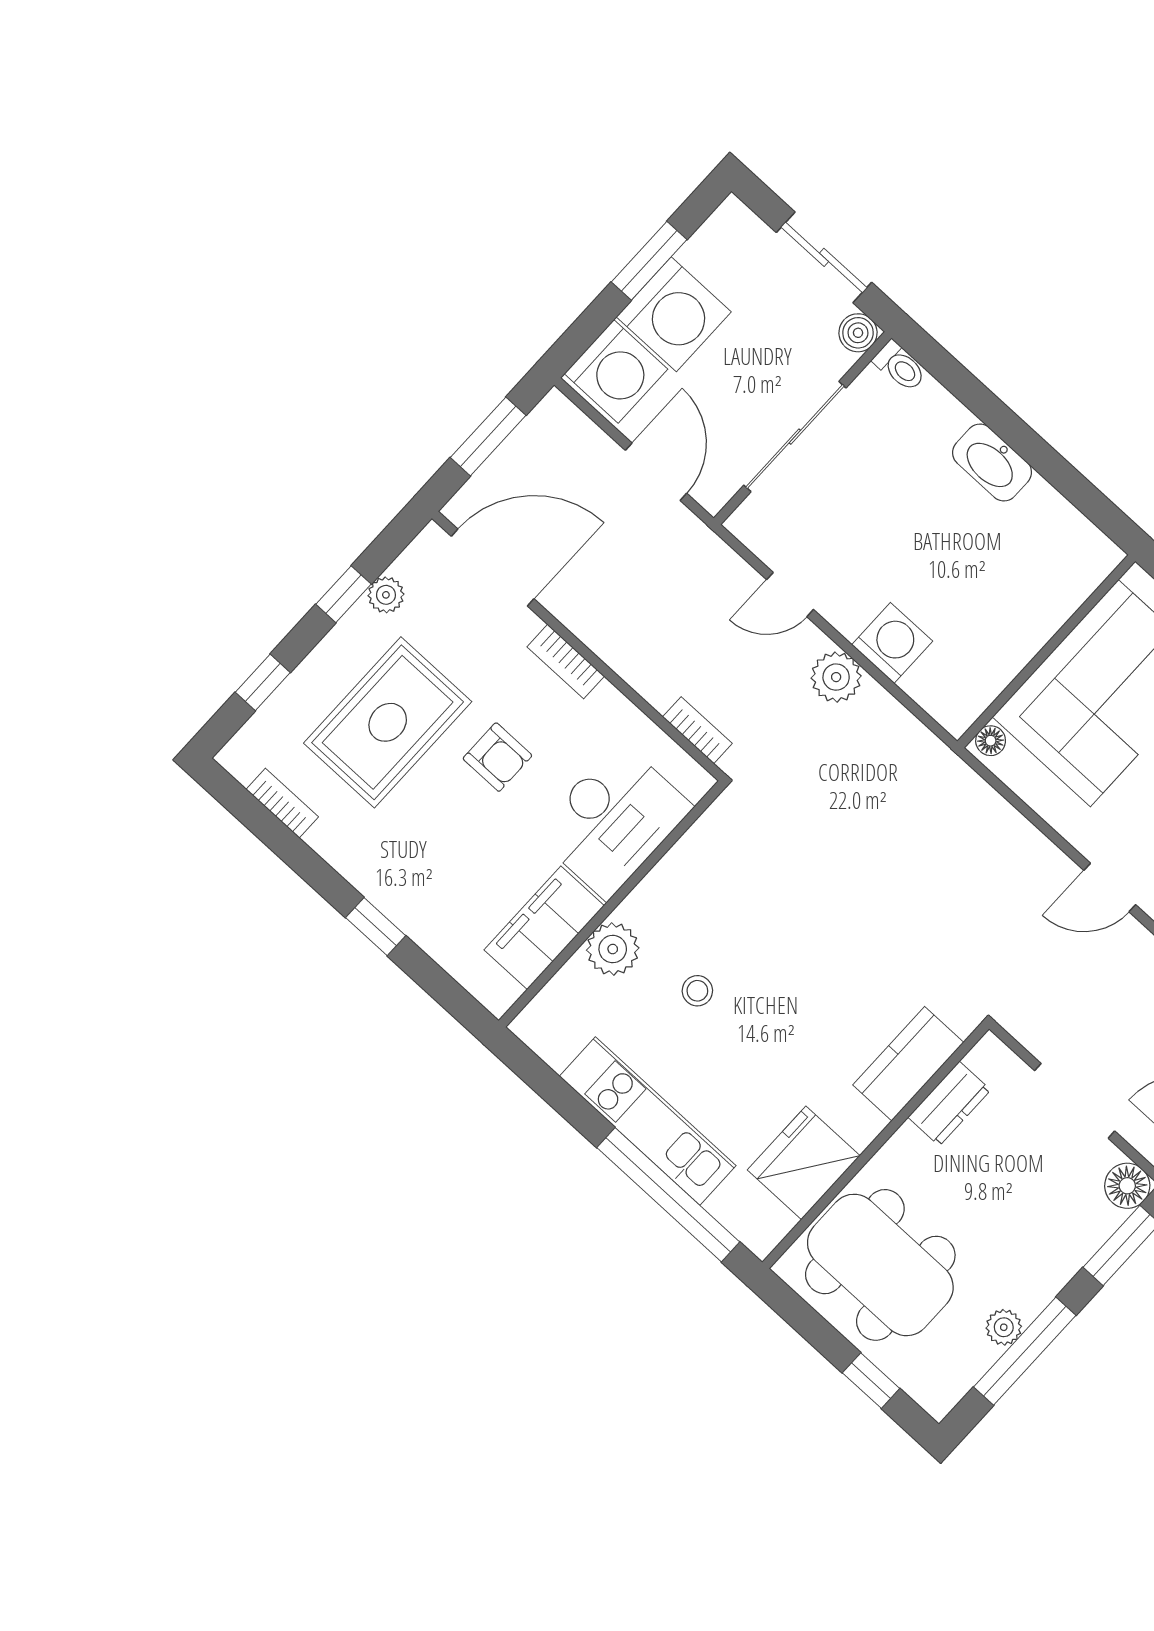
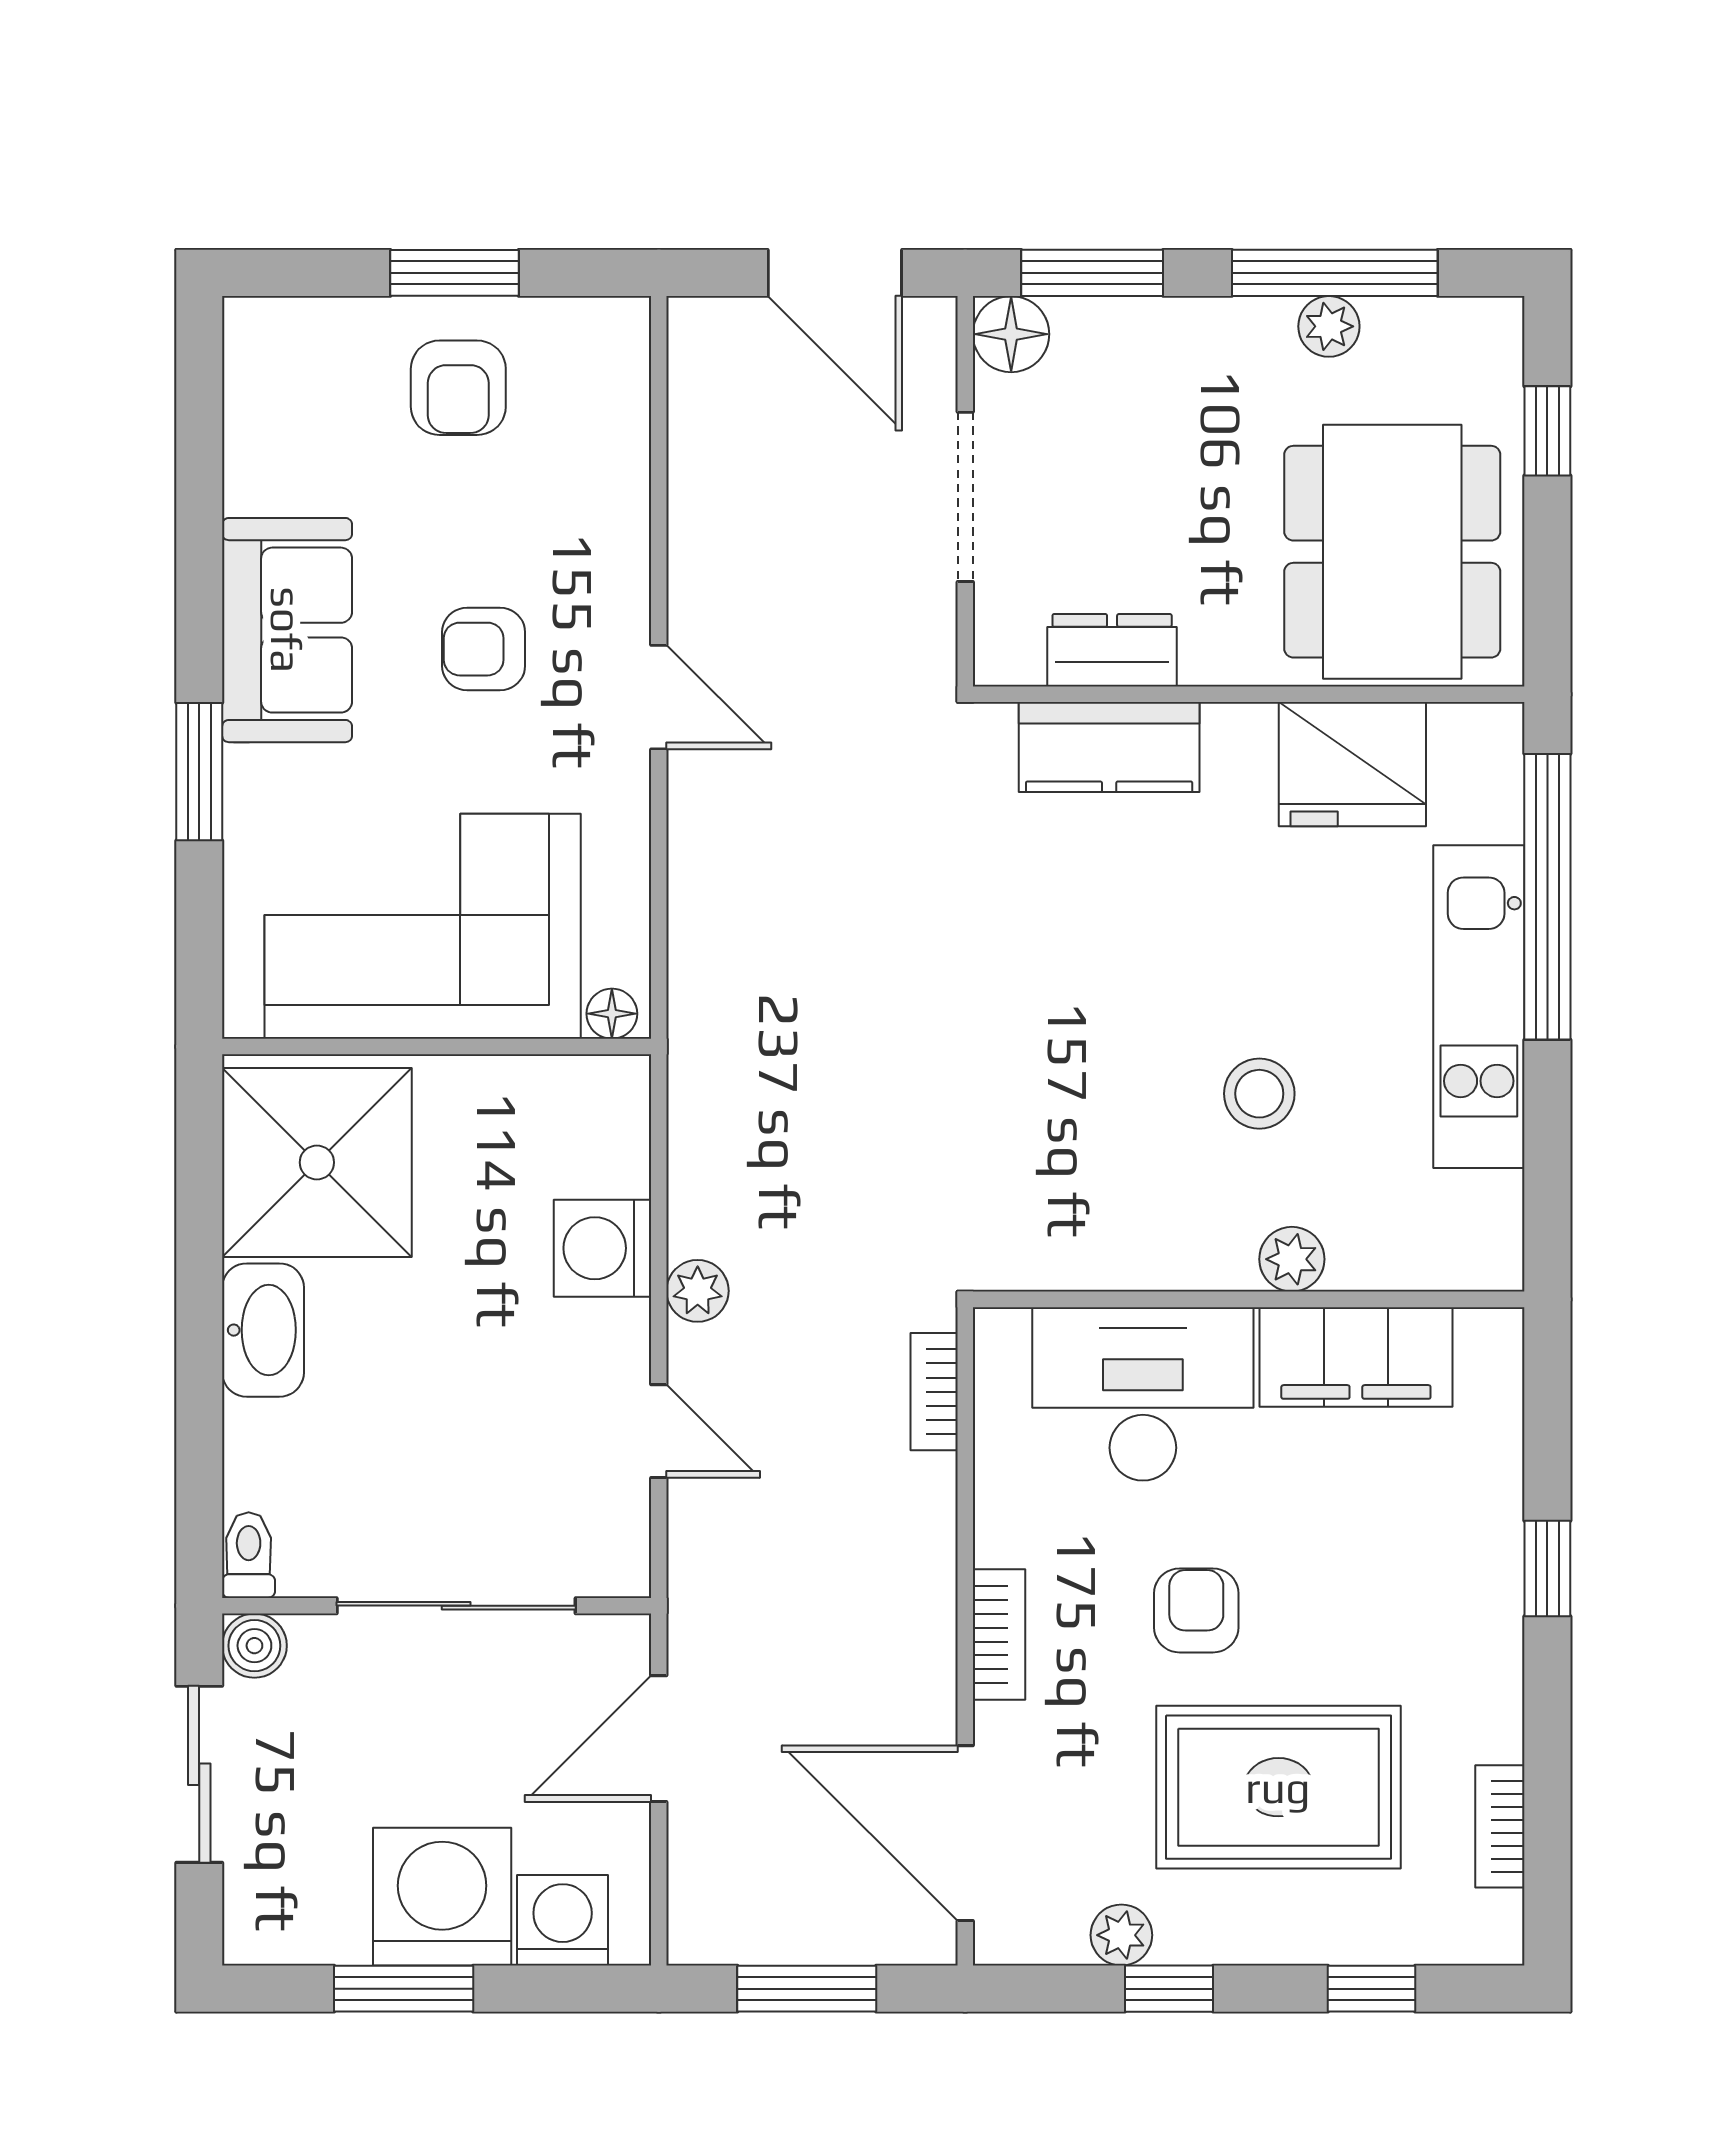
washing machine: (616, 371) -> (563, 1920), width x0.73, depth x0.73
shower: (1044, 553) -> (317, 1162), added
plant: (836, 677) -> (698, 1291), width x0.73, depth x0.73
plant: (613, 949) -> (1292, 1259), width x0.73, depth x0.73
stool: (697, 991) -> (1259, 1094), width x1.37, depth x1.37

